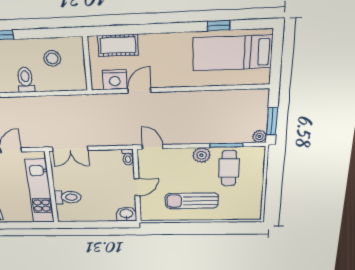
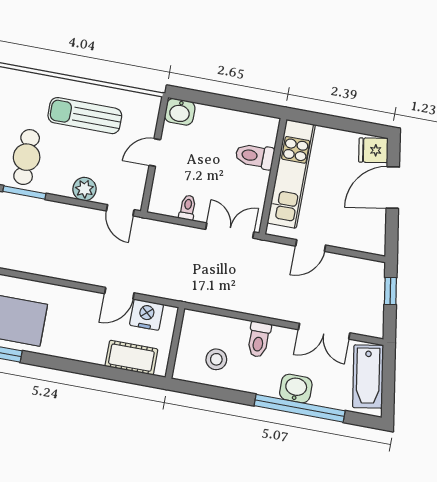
plant: (202, 155) -> (84, 189), moved
toilet: (128, 157) -> (188, 208), moved
sun lounger: (192, 201) -> (85, 116), turned 180

